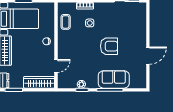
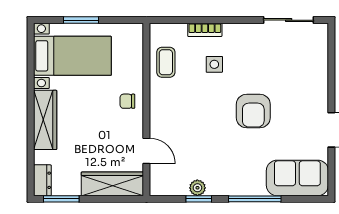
armchair: (109, 46) -> (253, 111), turned 90
door: (56, 66) -> (146, 151), hinge flipped
sofa: (114, 79) -> (297, 178), moved

